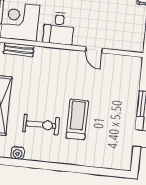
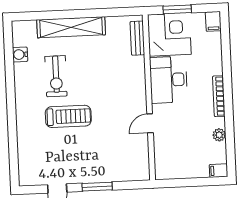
desk: (59, 28) -> (169, 80), width x1.37

